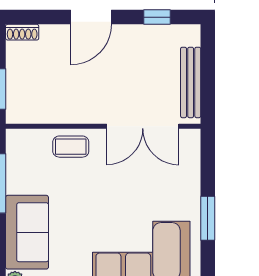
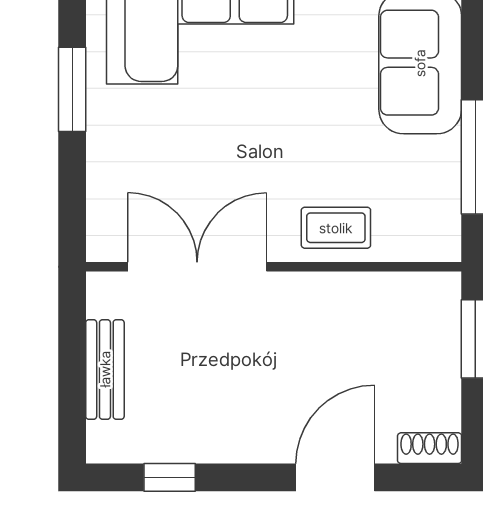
door: (91, 17) -> (335, 477), moved
bench: (191, 82) -> (105, 369), width x0.73

